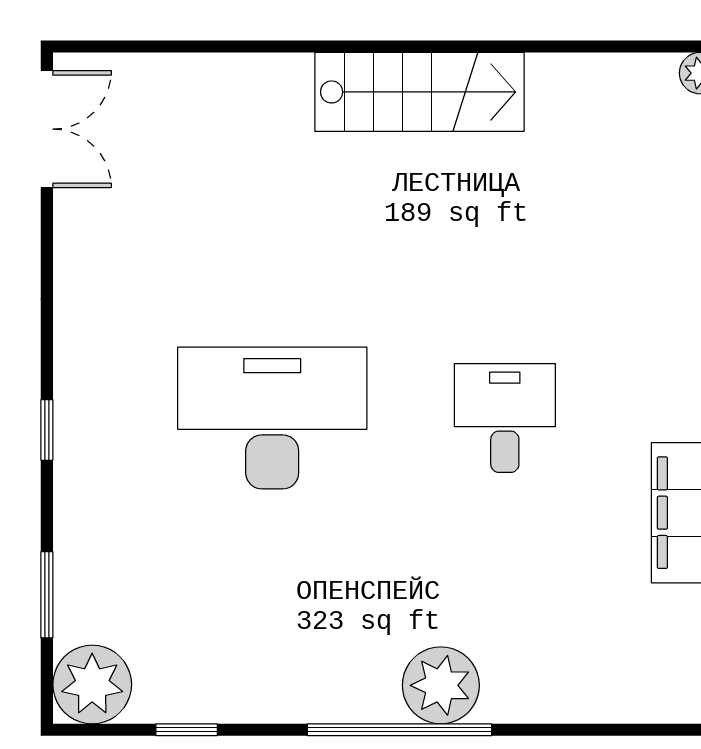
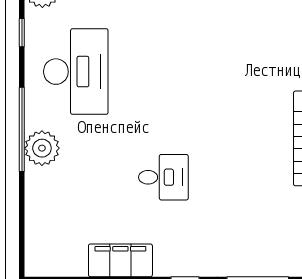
desk: (272, 418) -> (76, 72), moved

